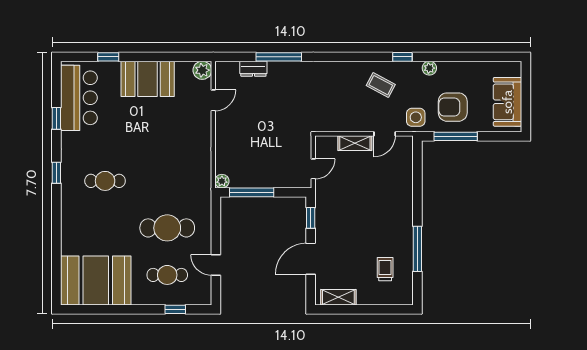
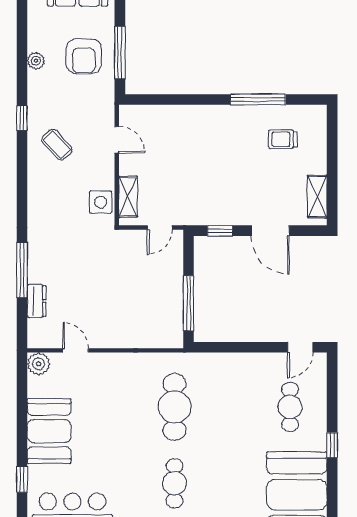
plant: (429, 68) -> (36, 61), moved
coffee table: (381, 85) -> (57, 145), turned -71
side table: (416, 117) -> (101, 202), moved
shelving: (355, 143) -> (128, 197), moved
door: (313, 169) -> (160, 228), swing flipped
plant: (222, 181) -> (175, 340), removed
cafe table: (167, 228) -> (175, 407), moved
door: (216, 265) -> (300, 347), moved
window: (175, 309) -> (332, 445), moved

